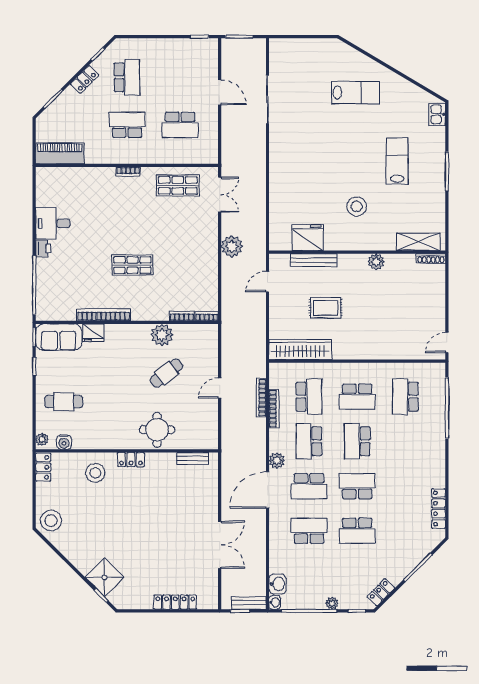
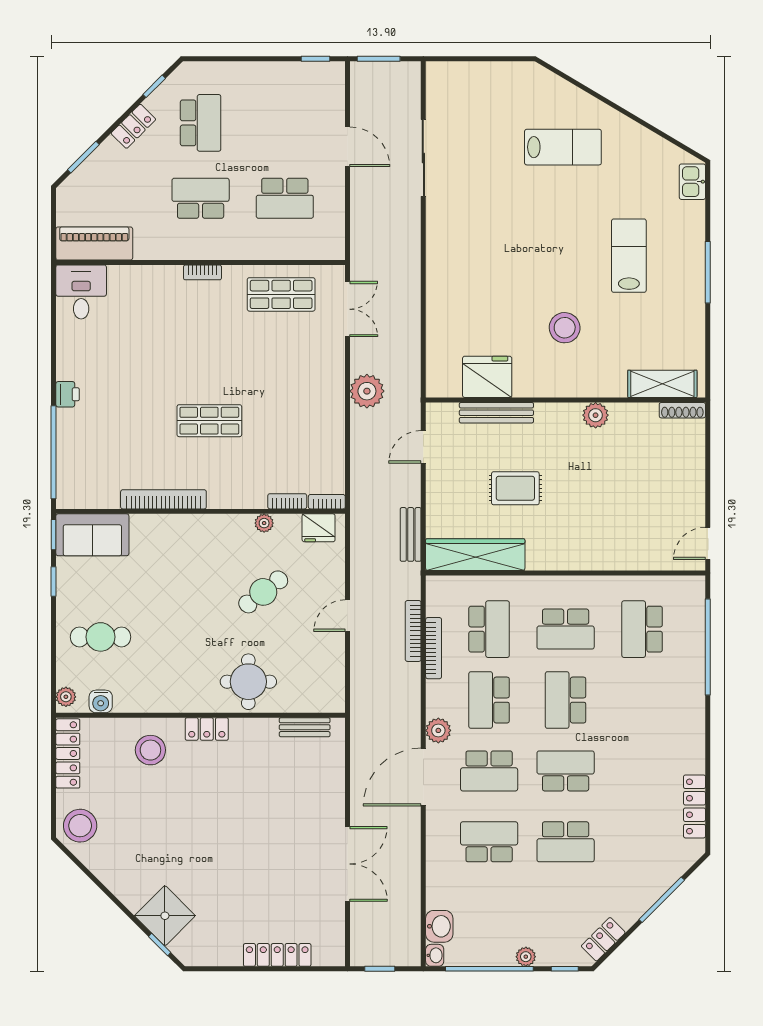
desk: (53, 223) -> (81, 292), moved, turned 90
fridge: (93, 333) -> (319, 528), moved
plant: (162, 335) -> (264, 523), width x0.53, depth x0.53
locker: (43, 467) -> (68, 753), width x1.53
bench: (249, 603) -> (411, 534), moved, turned 90

